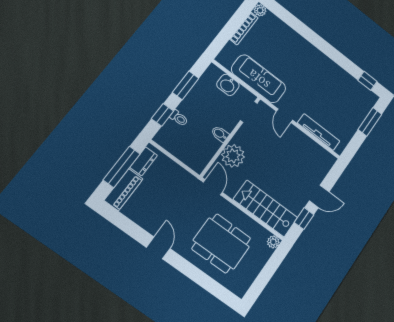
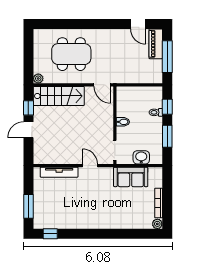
sofa: (259, 79) -> (131, 177), width x0.73
plant: (233, 156) -> (104, 114), removed
dresser: (144, 161) -> (157, 70), removed
door: (158, 248) -> (138, 24), moved

